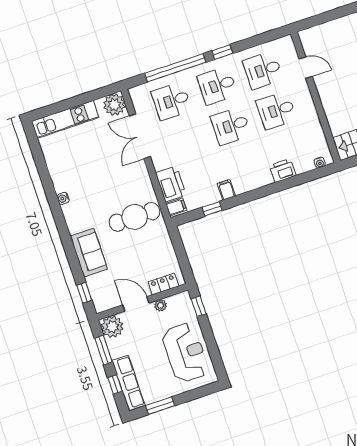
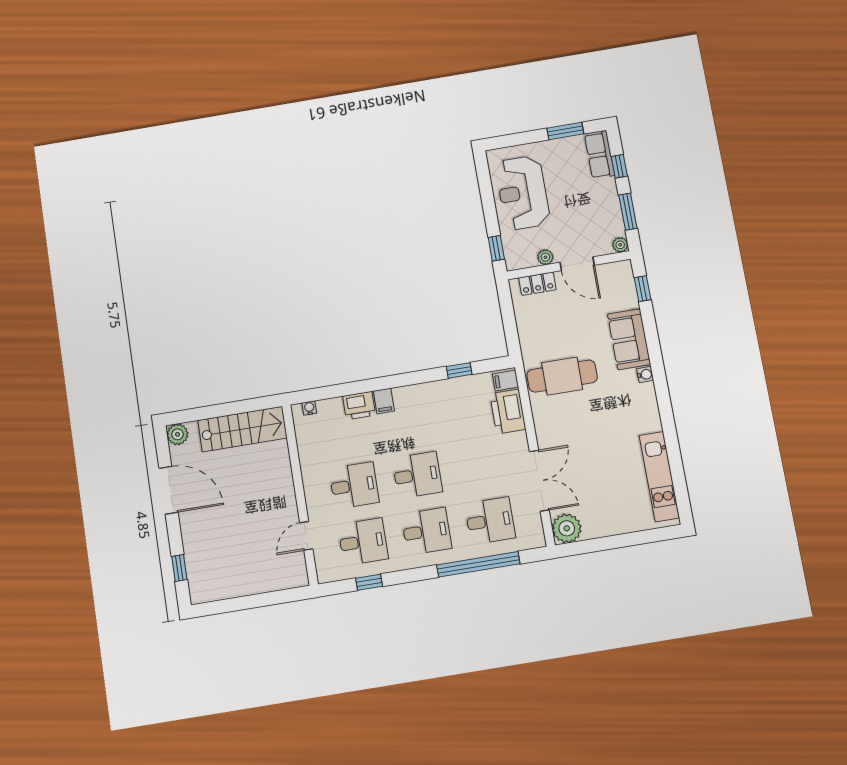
window: (222, 52) -> (369, 582), moved
door: (306, 68) -> (306, 536), hinge flipped
kitchen unit: (65, 119) -> (659, 477), moved, turned -90
filing cabinet: (226, 190) -> (384, 401), moved
water cooler: (63, 198) -> (645, 375), moved
plant: (112, 327) -> (620, 245), width x0.53, depth x0.53
row of seats: (128, 383) -> (600, 155), width x0.68

